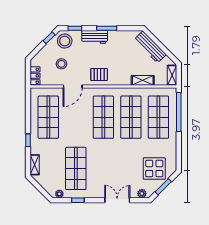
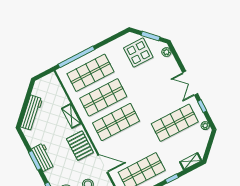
workbench: (95, 37) -> (43, 157), moved
pallet: (99, 75) -> (80, 146), width x1.50, depth x1.42
shelving: (172, 75) -> (47, 80), removed
shelving: (143, 80) -> (71, 116), moved
double door: (117, 200) -> (190, 83), moved

